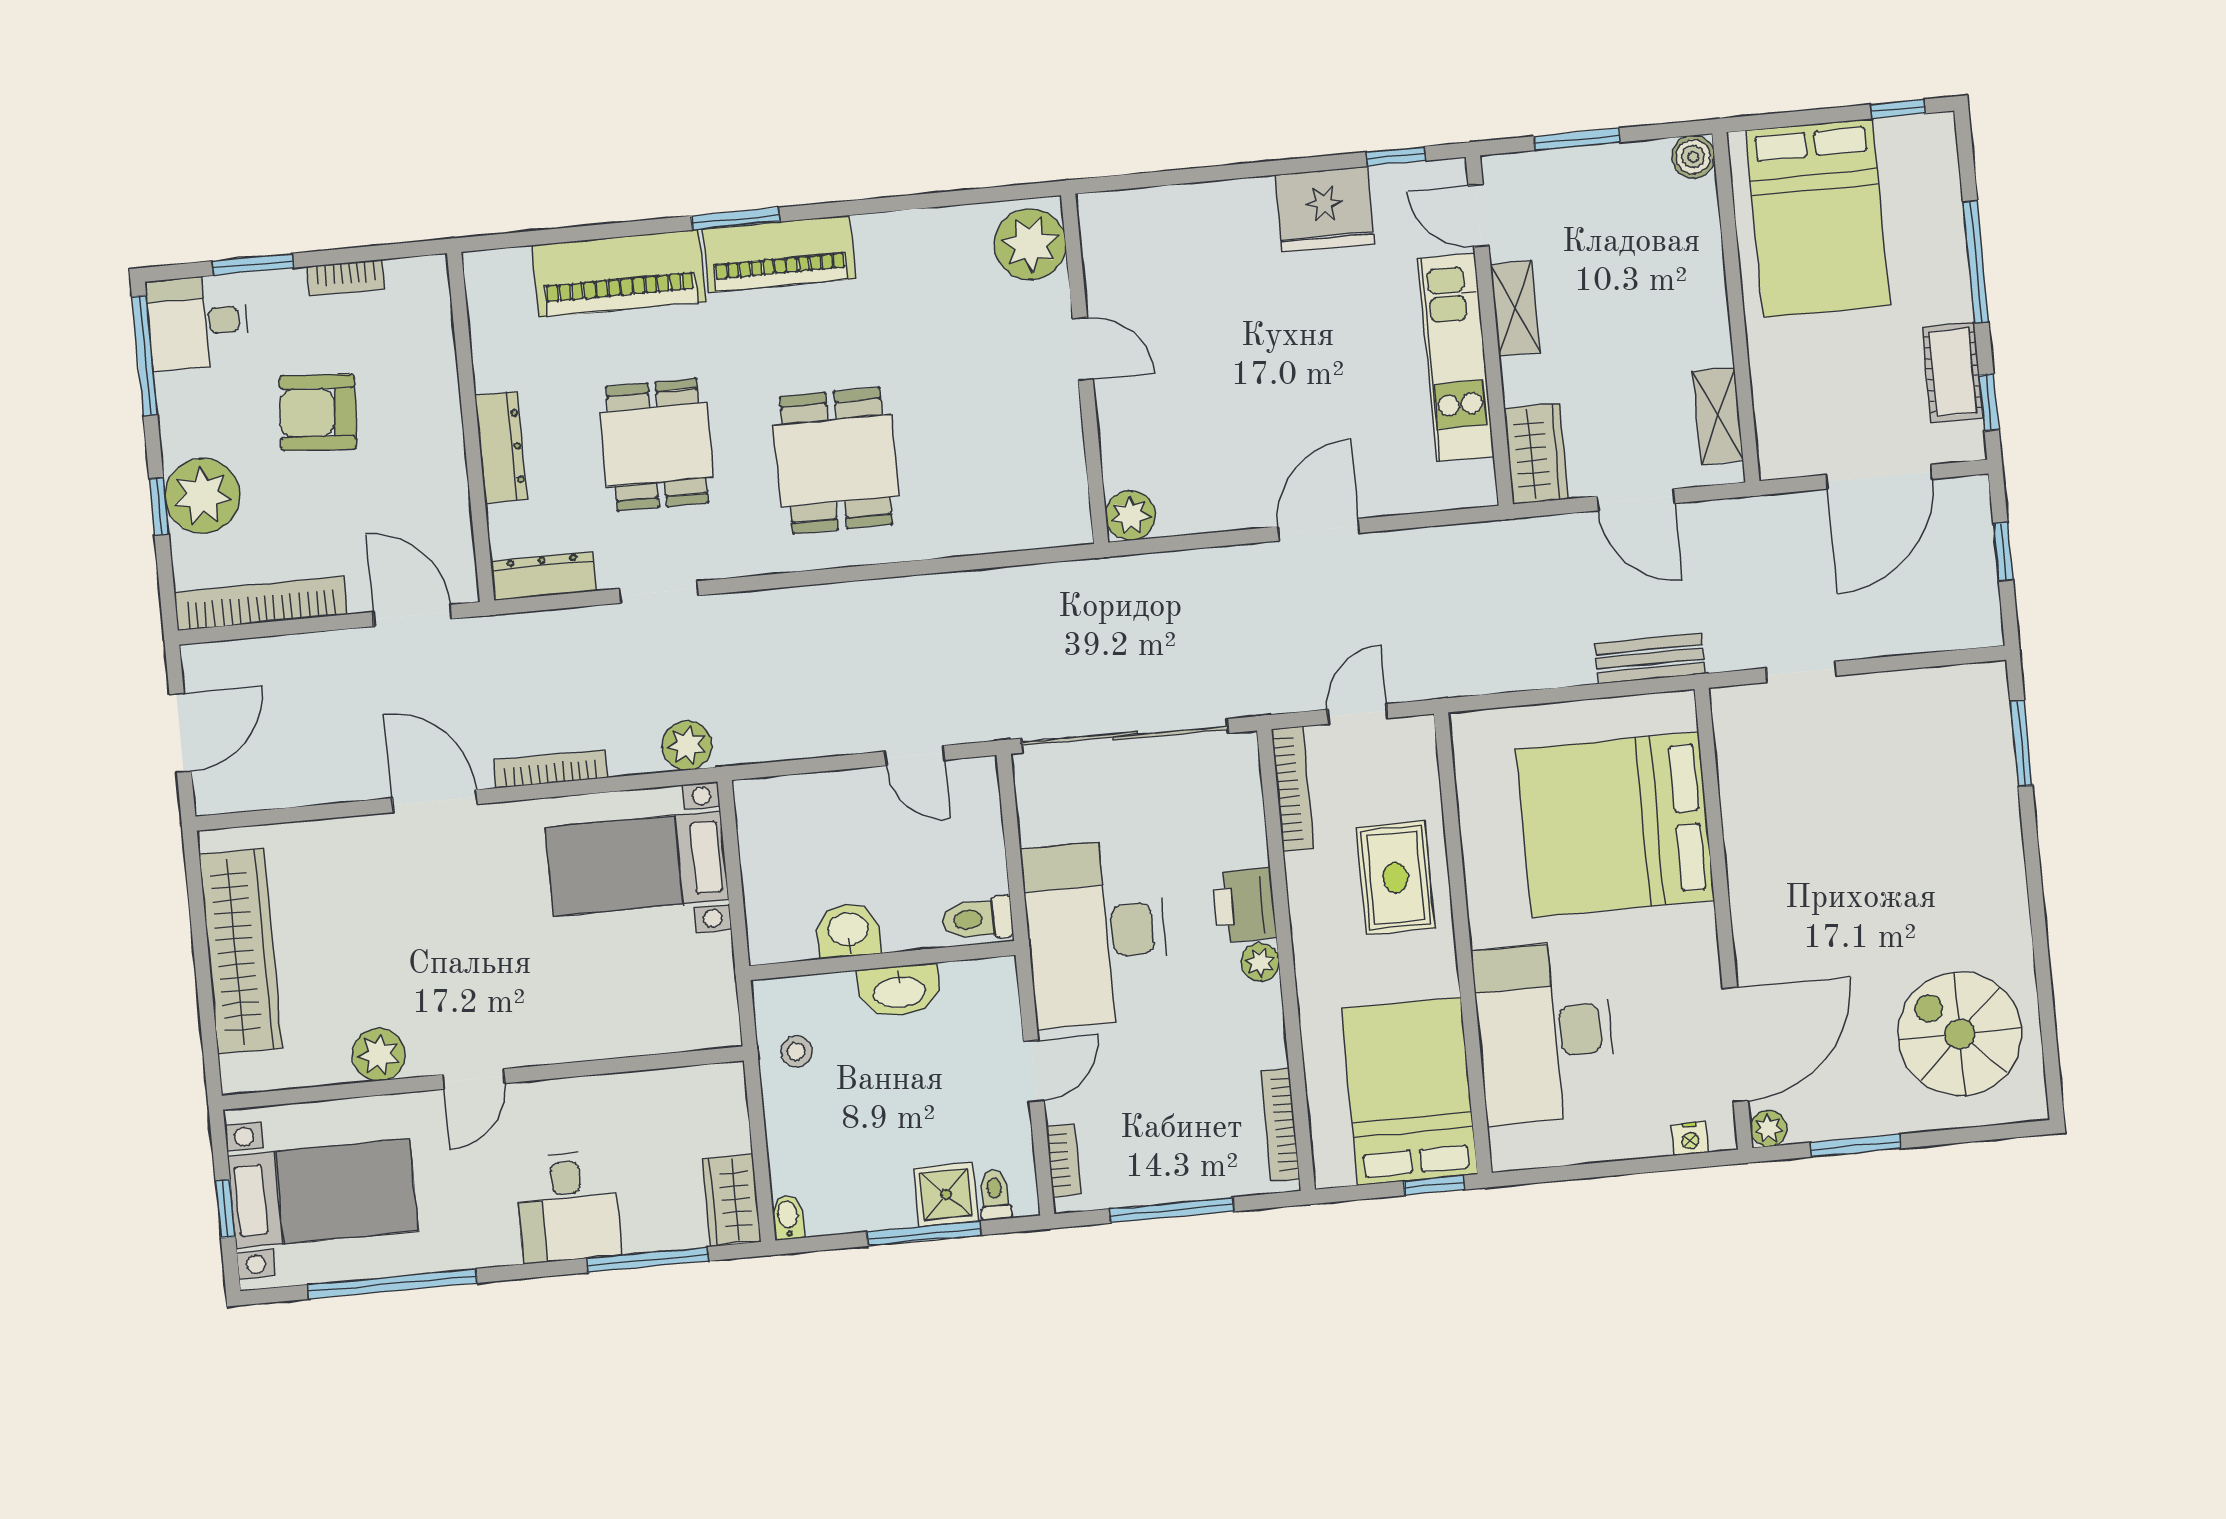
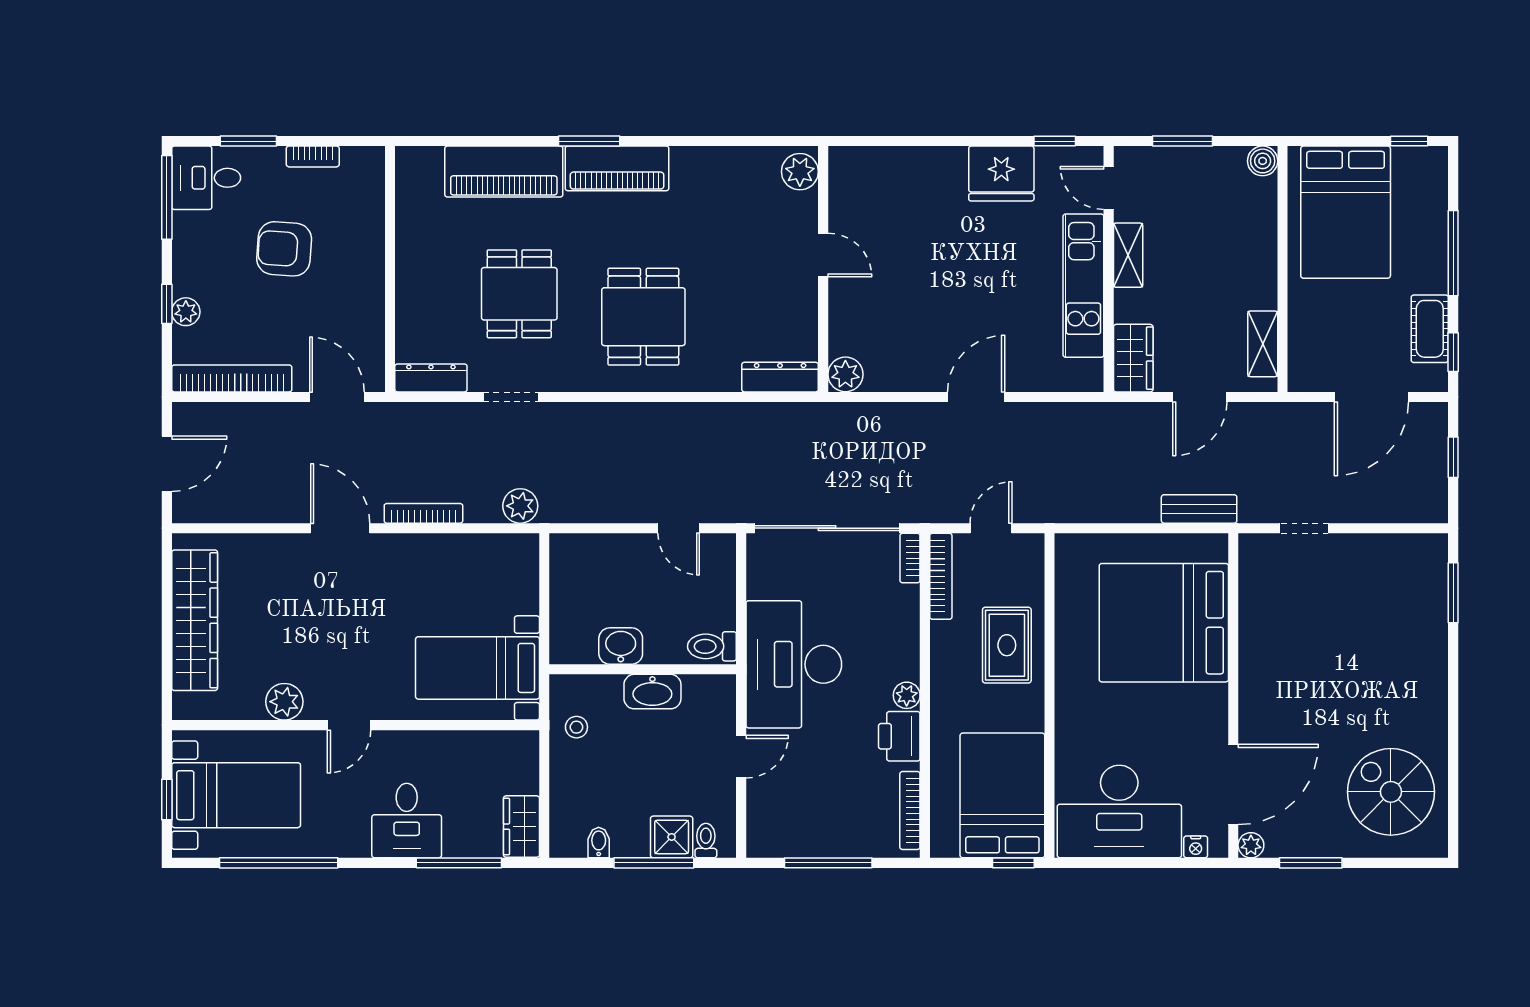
plant: (1030, 244) -> (800, 172), width x0.73, depth x0.73
dresser: (501, 448) -> (780, 377), moved, turned -90
plant: (203, 496) -> (186, 312), width x0.53, depth x0.53
door: (1636, 500) -> (1200, 397), hinge flipped
bed with nightstands: (637, 864) -> (478, 668), moved
printer: (1244, 905) -> (899, 736), moved
desk: (1545, 1033) -> (1119, 812), moved, turned -90
bookcase: (1063, 1160) -> (910, 558), moved, turned 180
bidet: (788, 1217) -> (599, 843), moved

